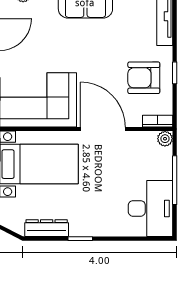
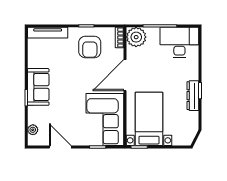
plant: (165, 139) -> (136, 37), width x1.88, depth x1.88
dresser: (47, 228) -> (193, 96), moved

